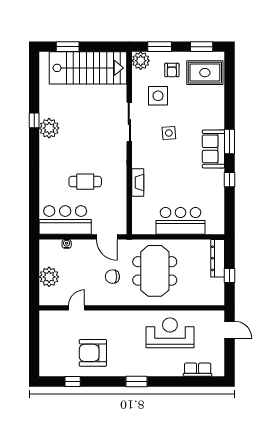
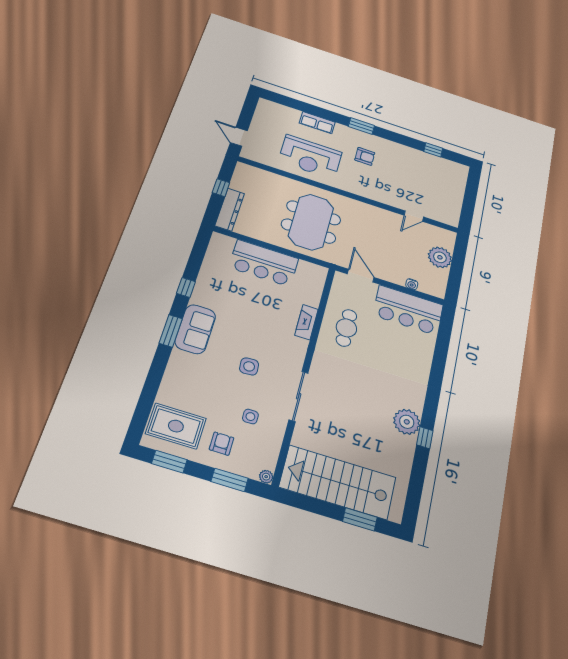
plant: (141, 61) -> (266, 477), width x0.53, depth x0.53
side table: (158, 96) -> (250, 417), width x0.54, depth x0.54
cafe table: (85, 182) -> (346, 328), moved, turned 90
chair: (112, 277) -> (364, 233), removed
armchair: (93, 353) -> (365, 156), moved, width x0.53, depth x0.53
row of seats: (198, 370) -> (317, 123), moved

